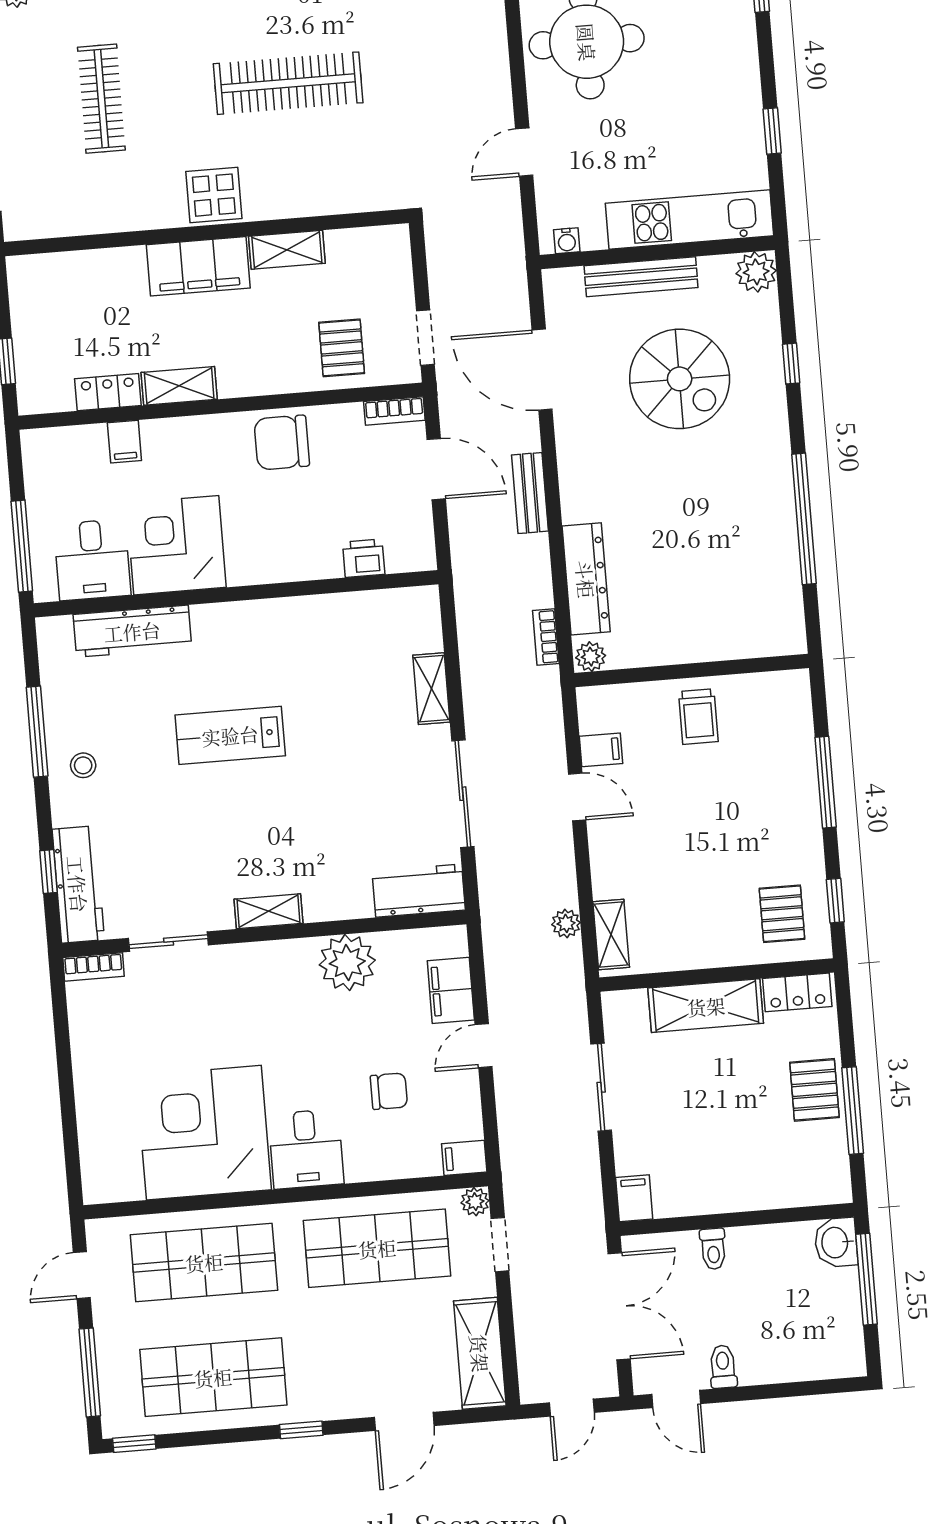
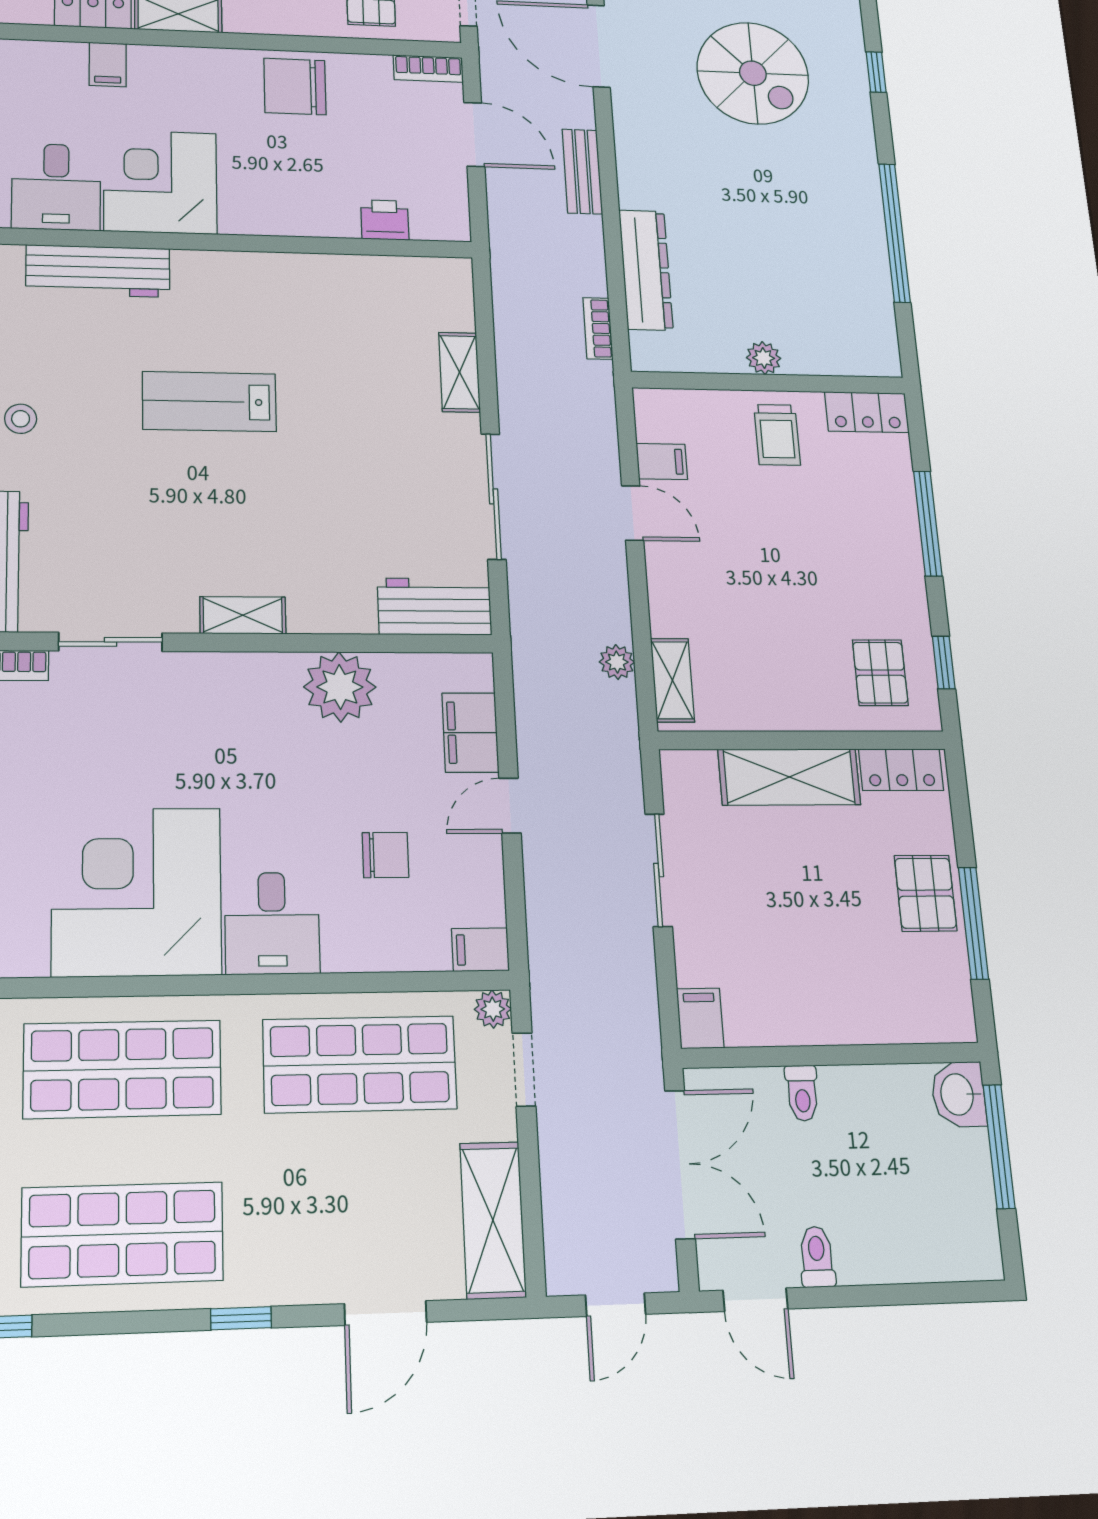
plant: (591, 657) -> (764, 358), moved
locker: (776, 688) -> (867, 412), added

